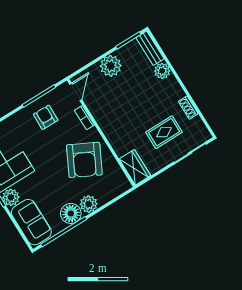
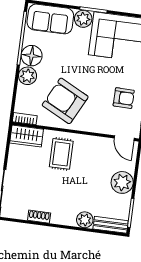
bookcase: (84, 118) -> (25, 119), moved
rug: (164, 132) -> (61, 154), moved

